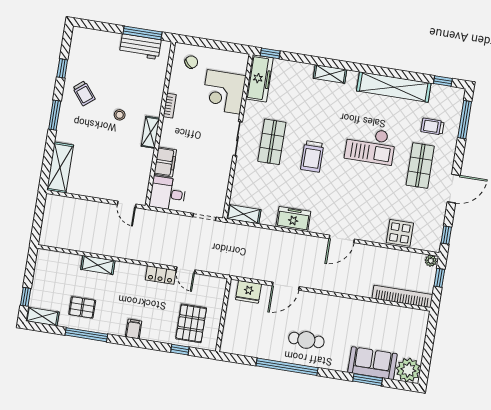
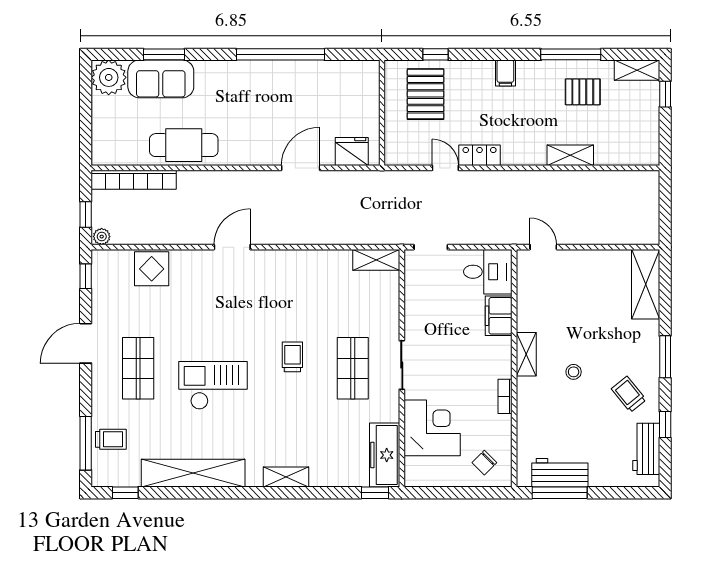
workbench: (78, 54) -> (646, 449), added
trolley: (432, 127) -> (111, 439), moved
trolley: (312, 156) -> (292, 357), width x0.73, depth x0.72
freezer: (293, 219) -> (305, 264), removed
cafe table: (306, 340) -> (184, 145), moved, width x1.37, depth x1.35

